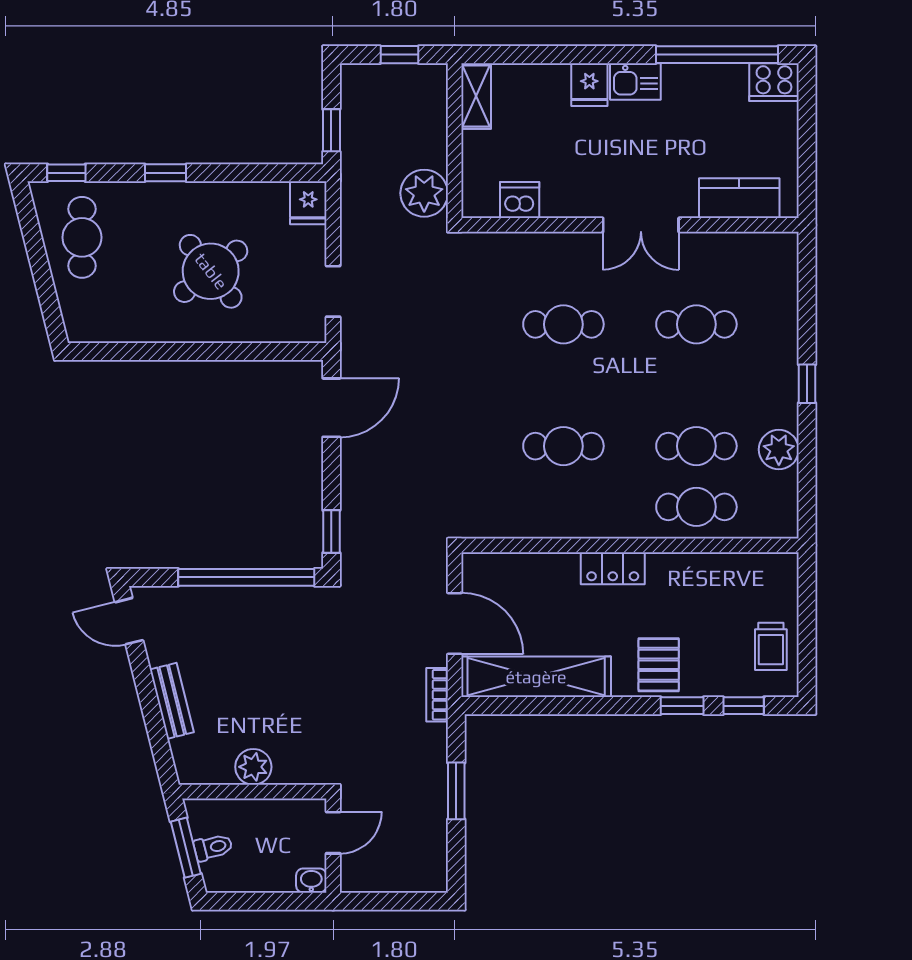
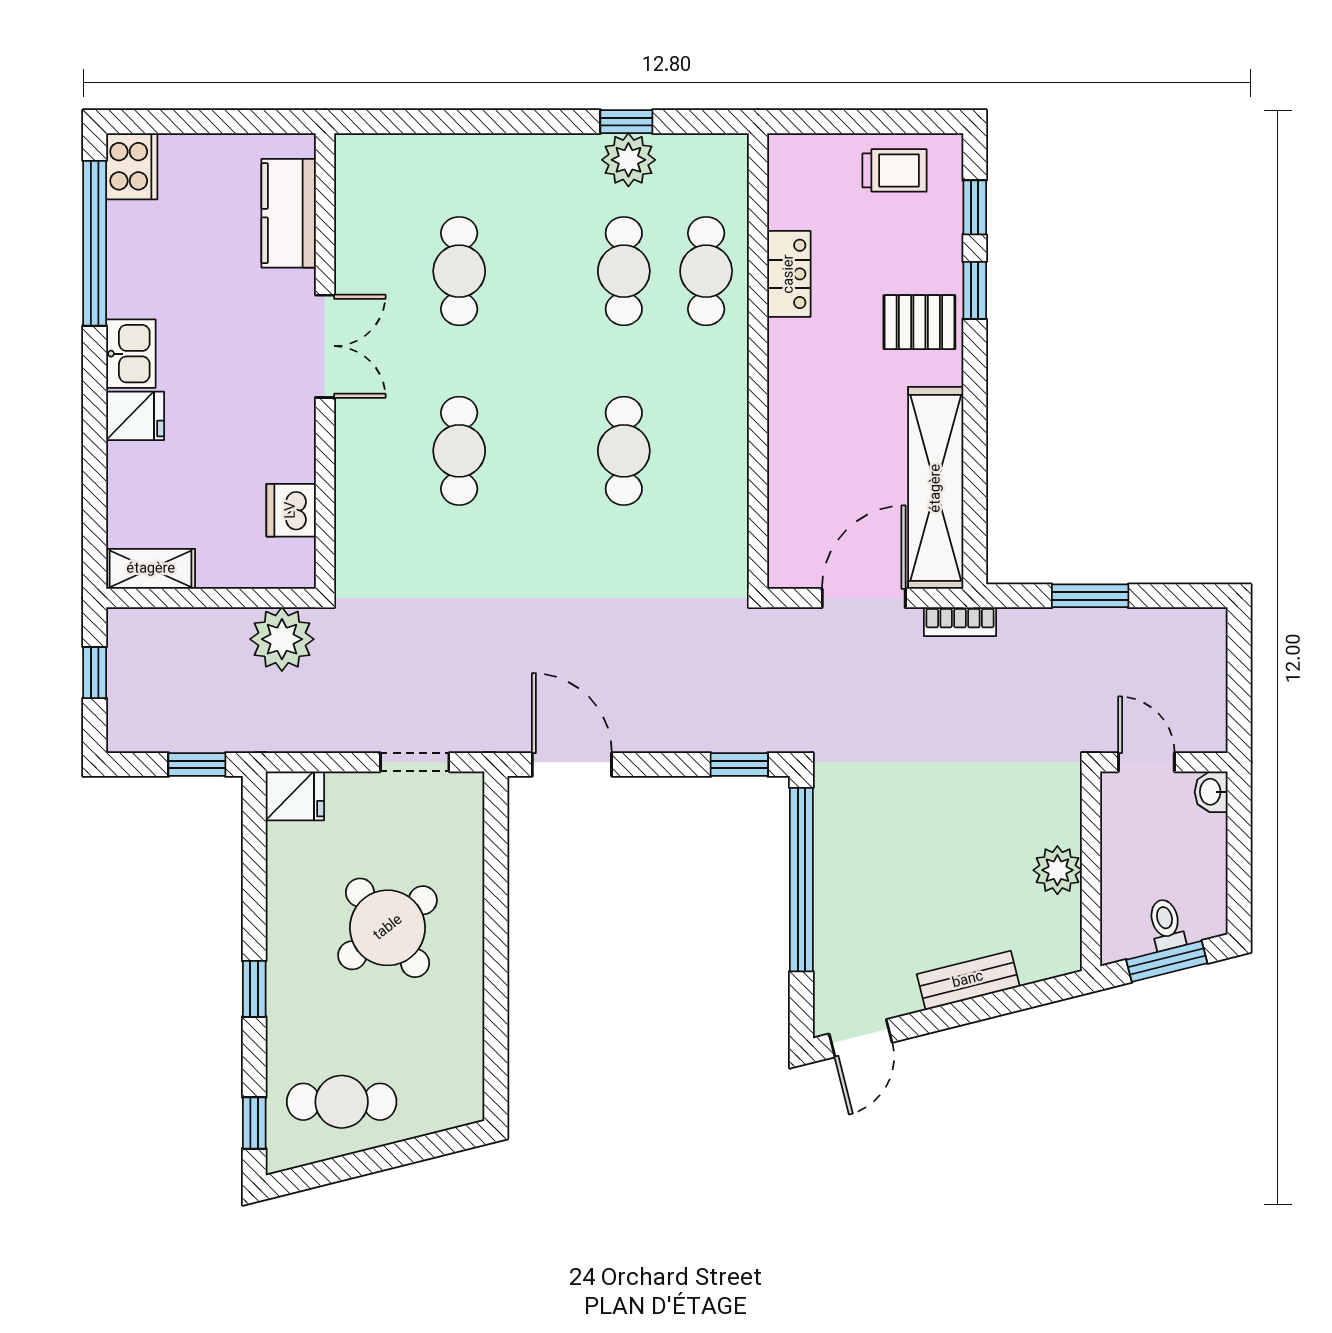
window: (807, 384) -> (626, 122), moved
locker: (613, 568) -> (789, 274), moved

